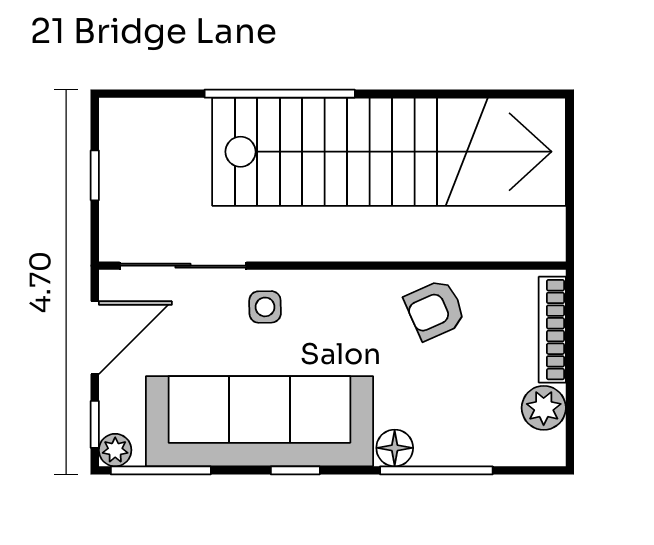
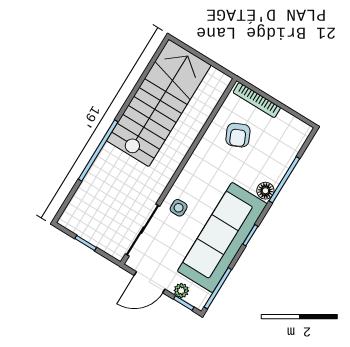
stairs: (389, 152) -> (159, 103), width x0.73
armchair: (435, 310) -> (238, 135), moved
door: (95, 338) -> (150, 282), swing flipped
plant: (544, 408) -> (286, 122), removed
plant: (115, 450) -> (181, 291), moved

